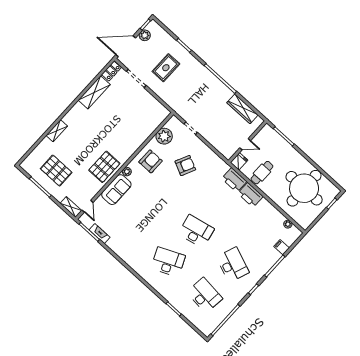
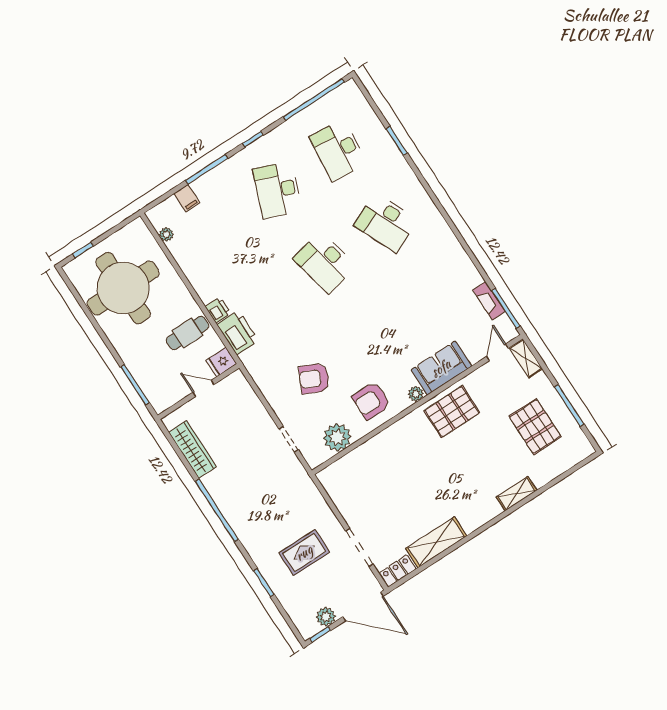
printer: (250, 195) -> (218, 310), width x0.53, depth x0.68

